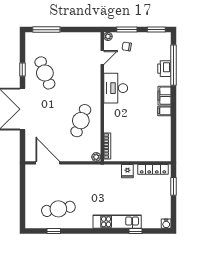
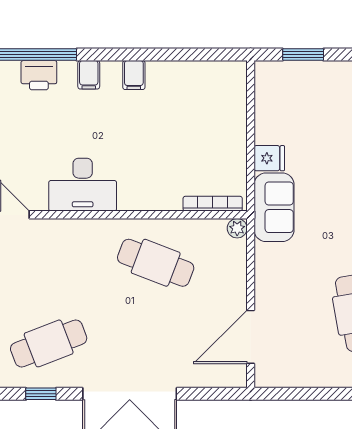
filing cabinet: (165, 96) -> (89, 75), width x0.50
locker: (153, 169) -> (265, 101), removed
sofa: (106, 173) -> (274, 207), added

